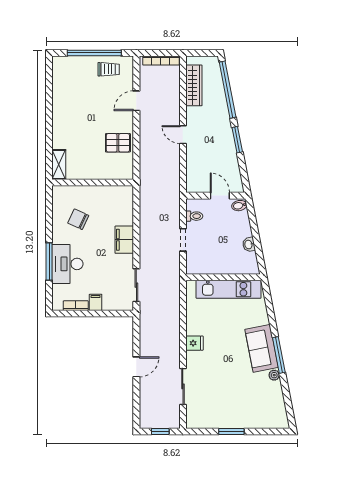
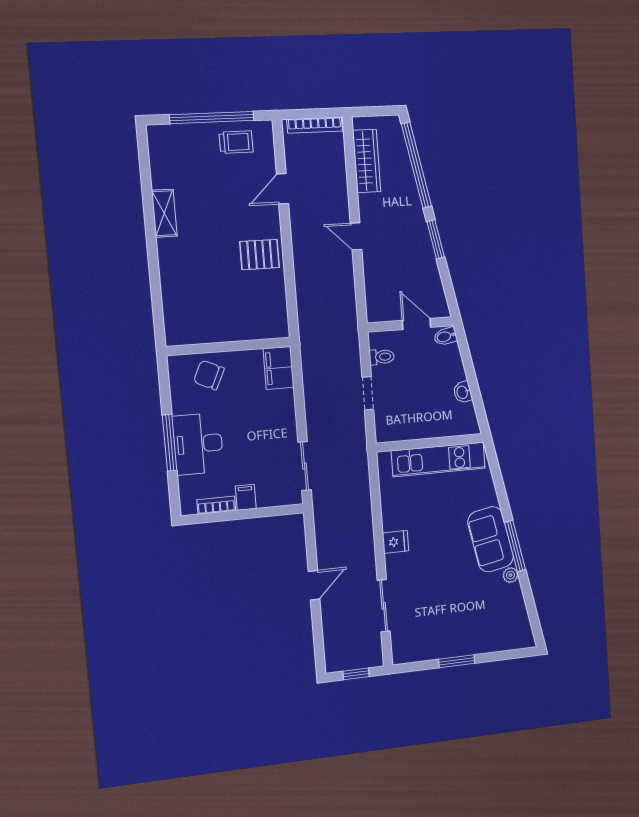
shelving: (59, 164) -> (164, 213), moved
wall: (93, 183) -> (229, 346), moved
filing cabinet: (124, 240) -> (279, 368), moved

